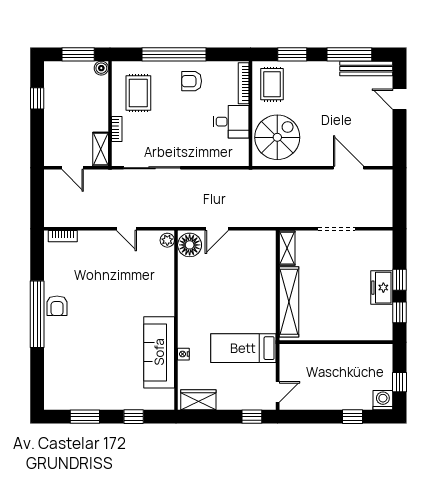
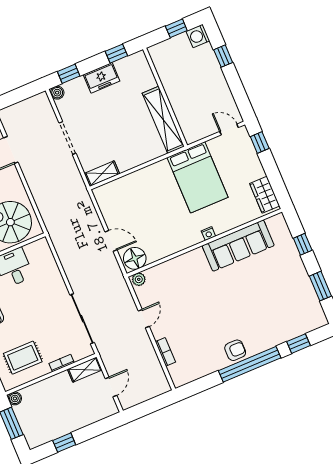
bookcase: (63, 236) -> (165, 352), moved
boiler: (386, 238) -> (57, 93), added
window: (400, 280) -> (69, 74), moved
shelving: (289, 302) -> (163, 120), moved, turned 90
bed: (243, 348) -> (198, 177), width x1.50
nightstand: (183, 354) -> (208, 234), moved
window: (37, 371) -> (299, 344), added

